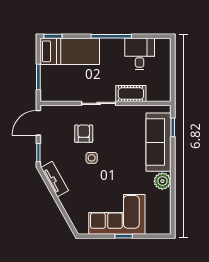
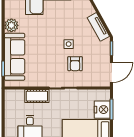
nightstand: (50, 77) -> (102, 110), added

